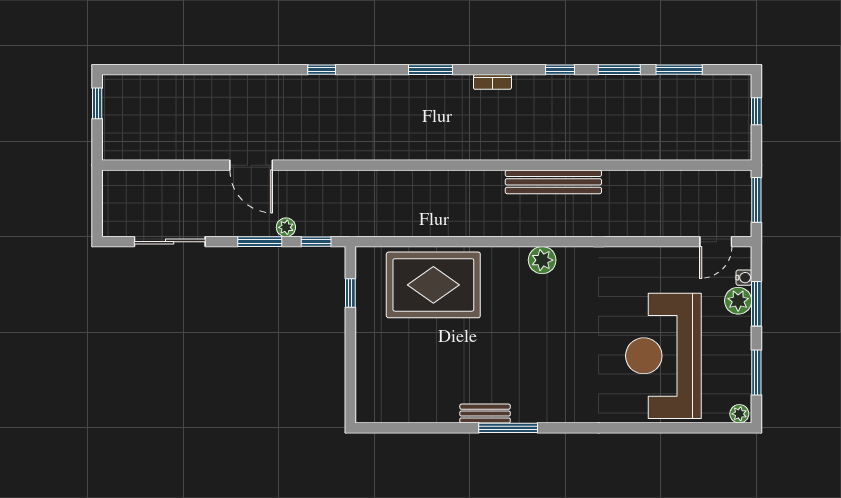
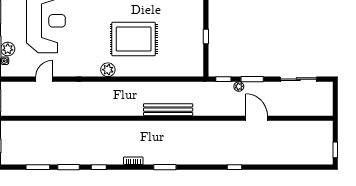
window: (322, 70) -> (234, 167), moved
bench: (553, 182) -> (168, 110), moved
door: (716, 242) -> (44, 79), moved
rug: (433, 285) -> (134, 39), moved
window: (350, 293) -> (206, 37), moved

